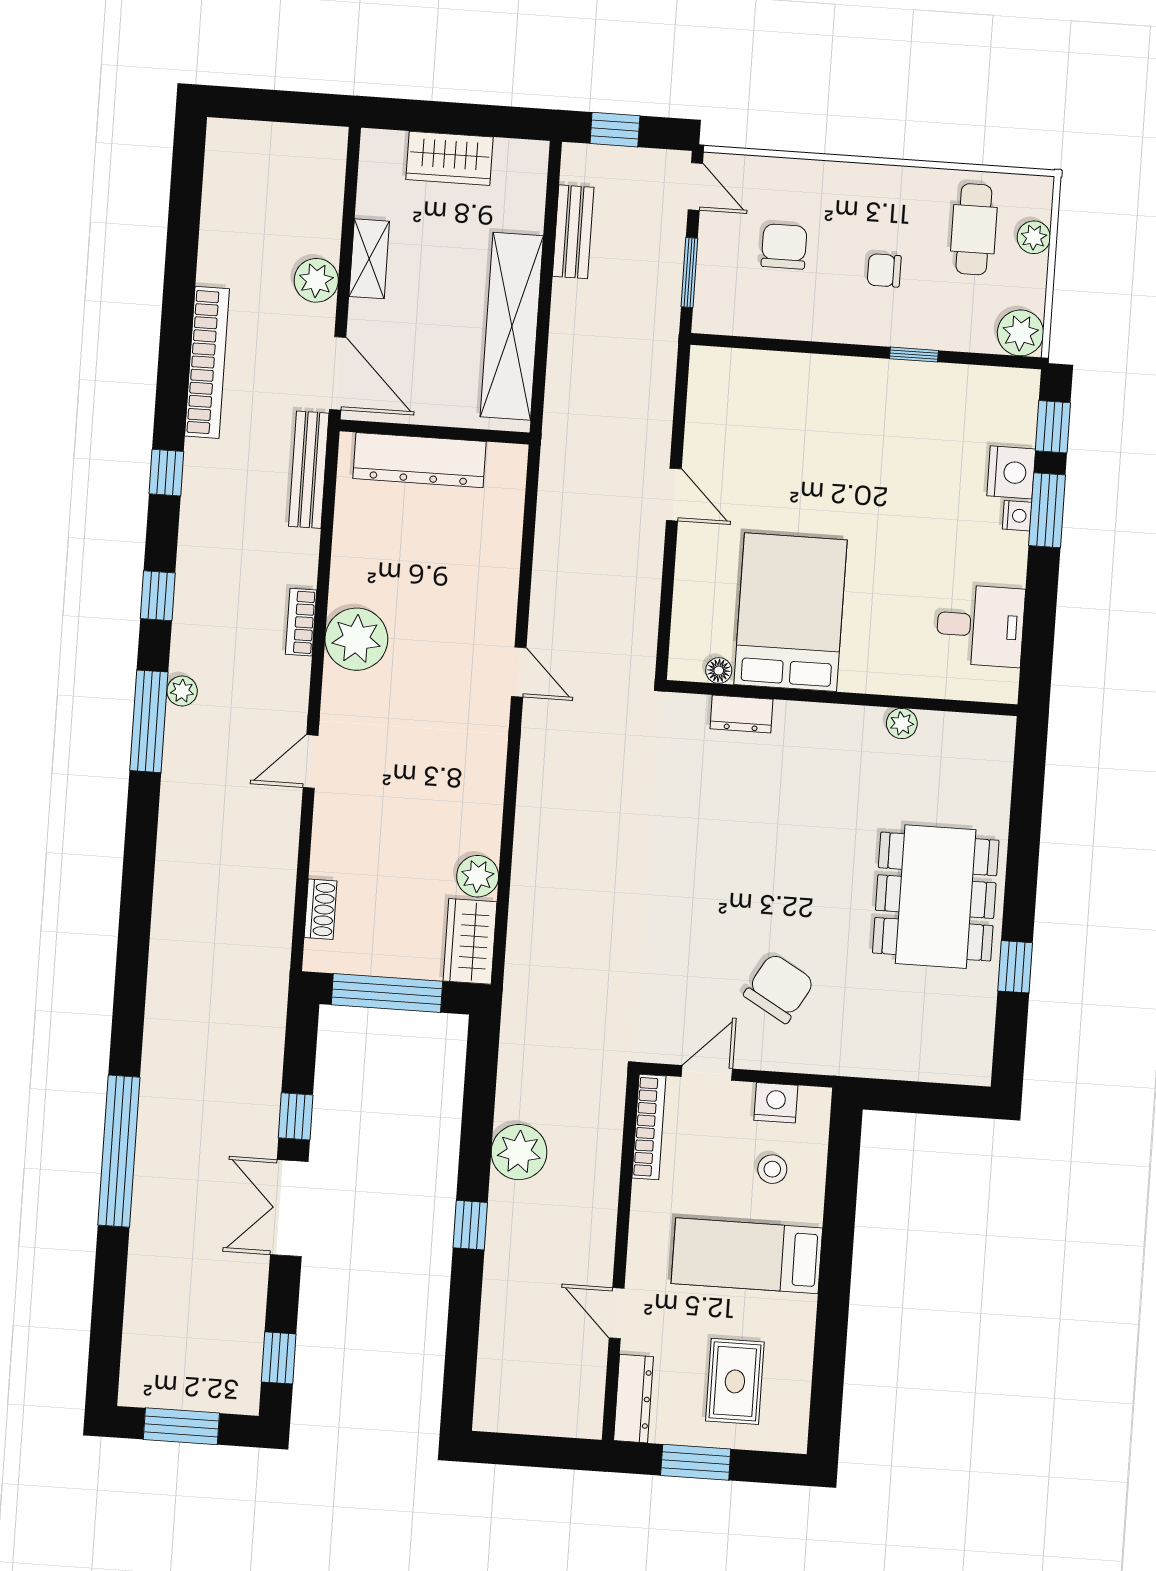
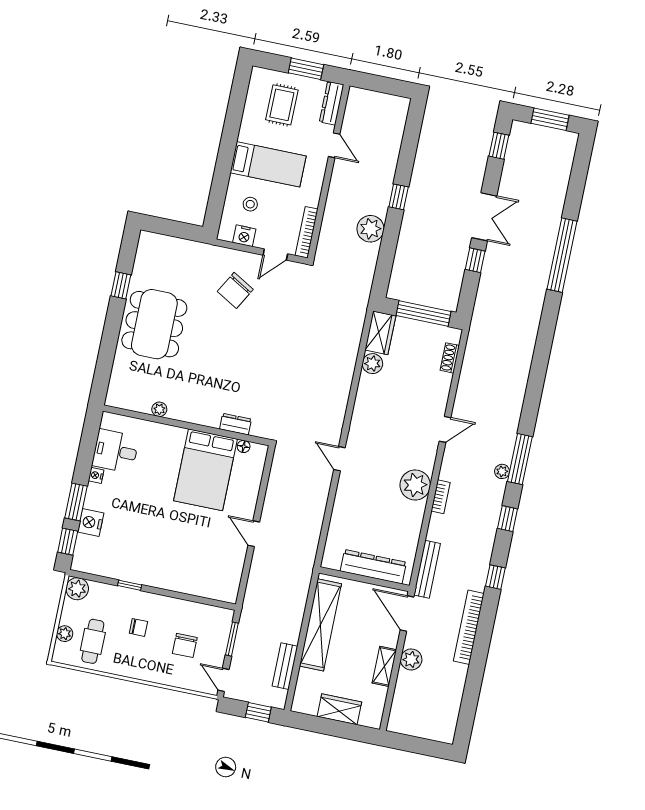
nightstand: (1017, 516) -> (96, 475), moved

